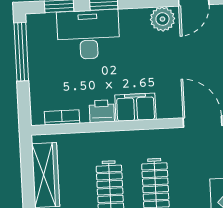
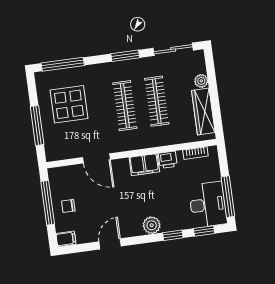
plant: (162, 19) -> (152, 225), moved
desk: (88, 35) -> (208, 205), moved, turned -90

